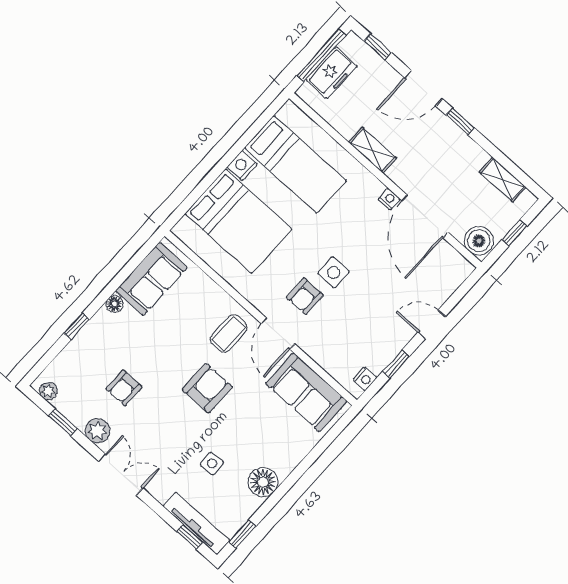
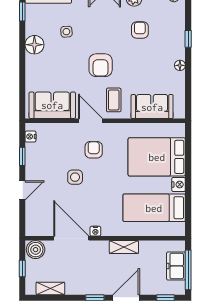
side table: (334, 272) -> (75, 177), moved
sofa: (151, 279) -> (152, 107), moved, turned 90

